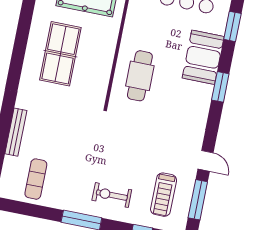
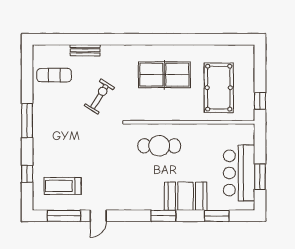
bench: (16, 132) -> (85, 50), width x0.73
exercise bike: (112, 195) -> (99, 97), moved, turned 32

